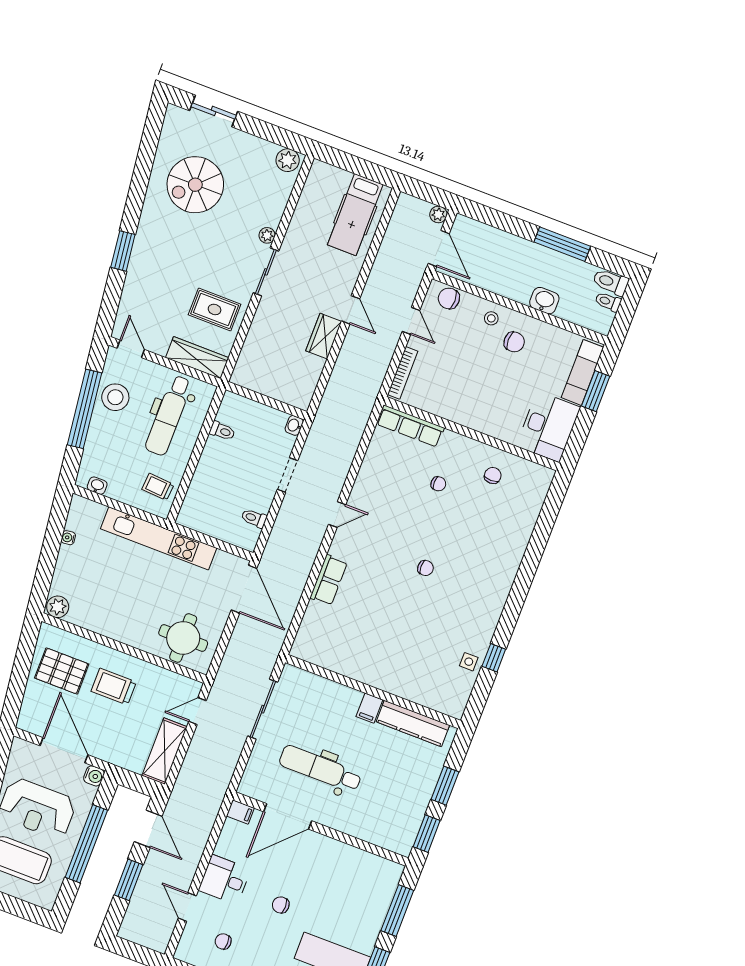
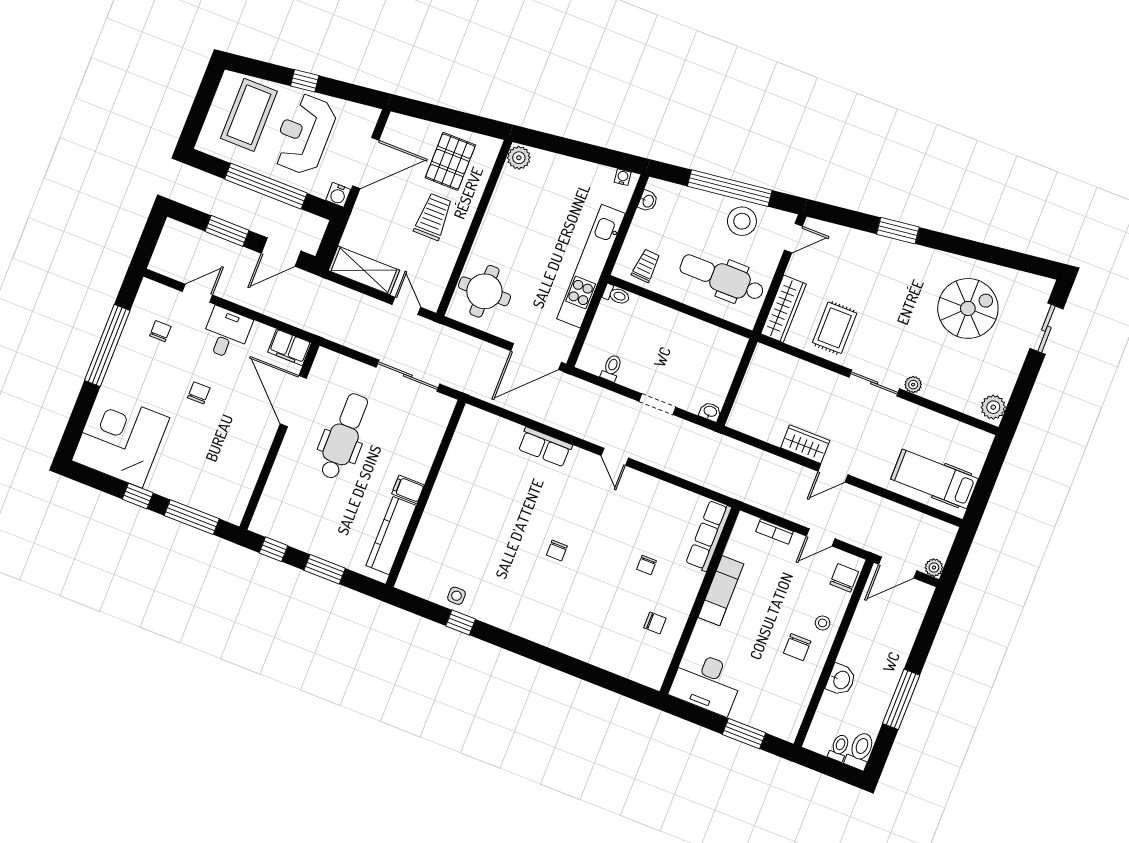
spiral stairs: (195, 185) -> (968, 308), turned 90
exam couch: (582, 372) -> (721, 591), moved, turned 90
bookcase: (403, 373) -> (775, 531), width x0.64
toilet: (222, 431) -> (616, 295), moved, turned -90
water cooler: (68, 538) -> (623, 177), moved
filing cabinet: (240, 812) -> (290, 347), width x2.00
window: (427, 834) -> (273, 549), width x0.67

